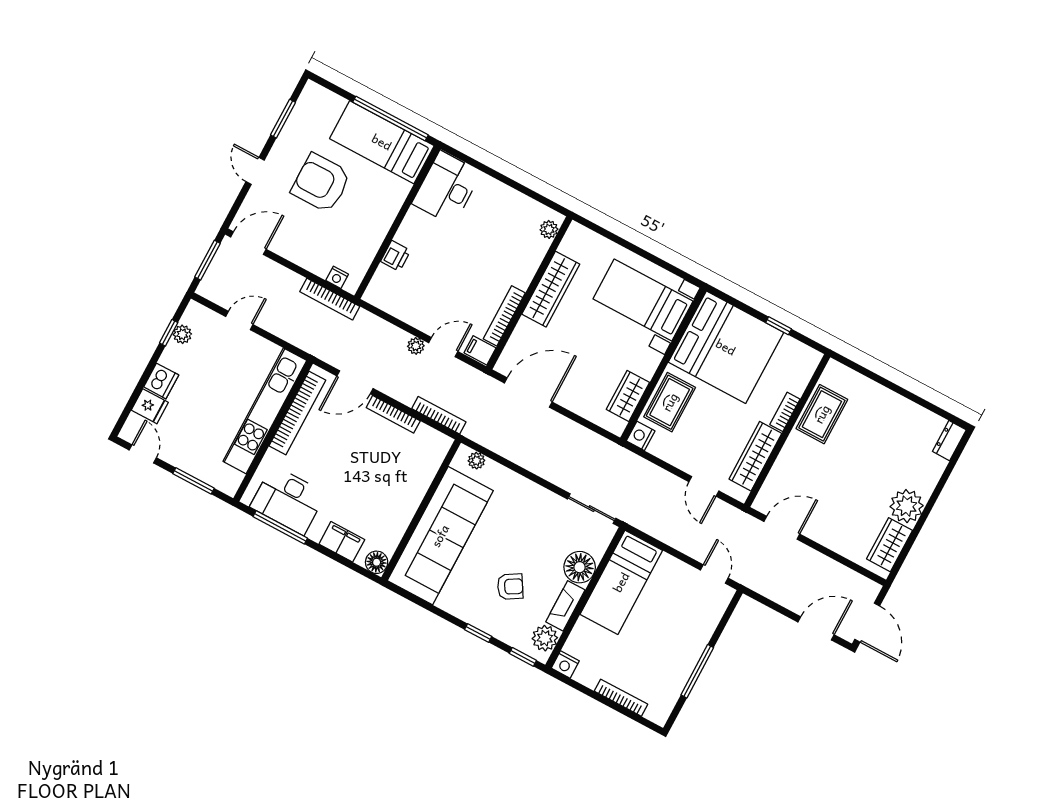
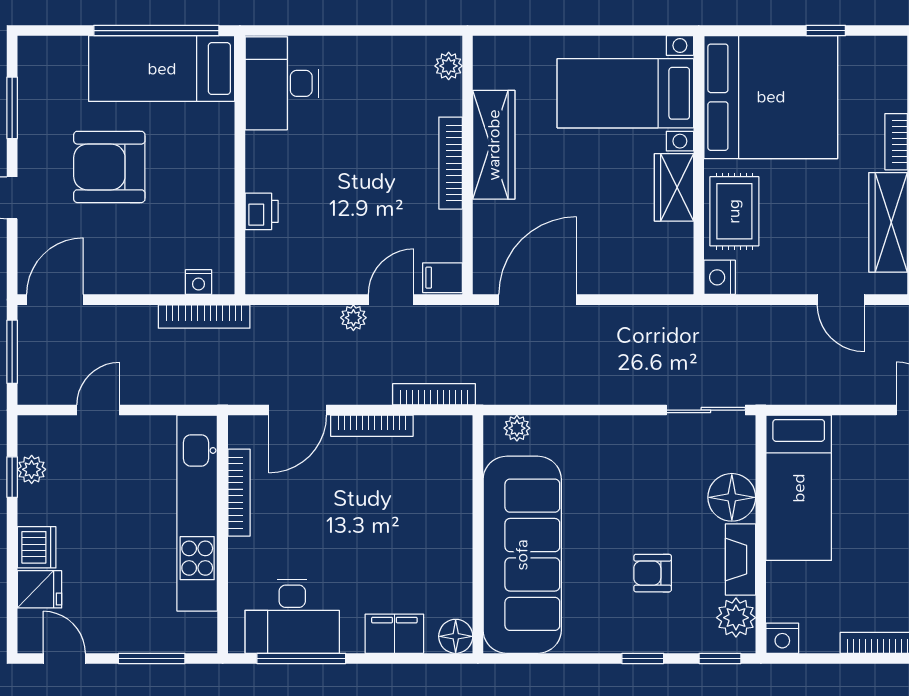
bookcase: (504, 316) -> (451, 163), moved
wardrobe: (628, 396) -> (674, 187), moved
bookcase: (297, 413) -> (239, 493), width x0.68, depth x0.76
armchair: (510, 587) -> (653, 573), turned -149

